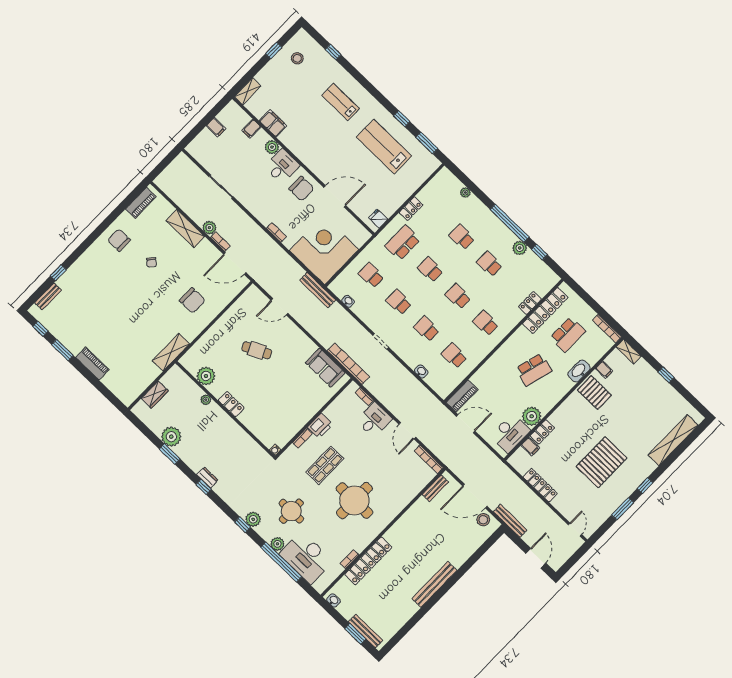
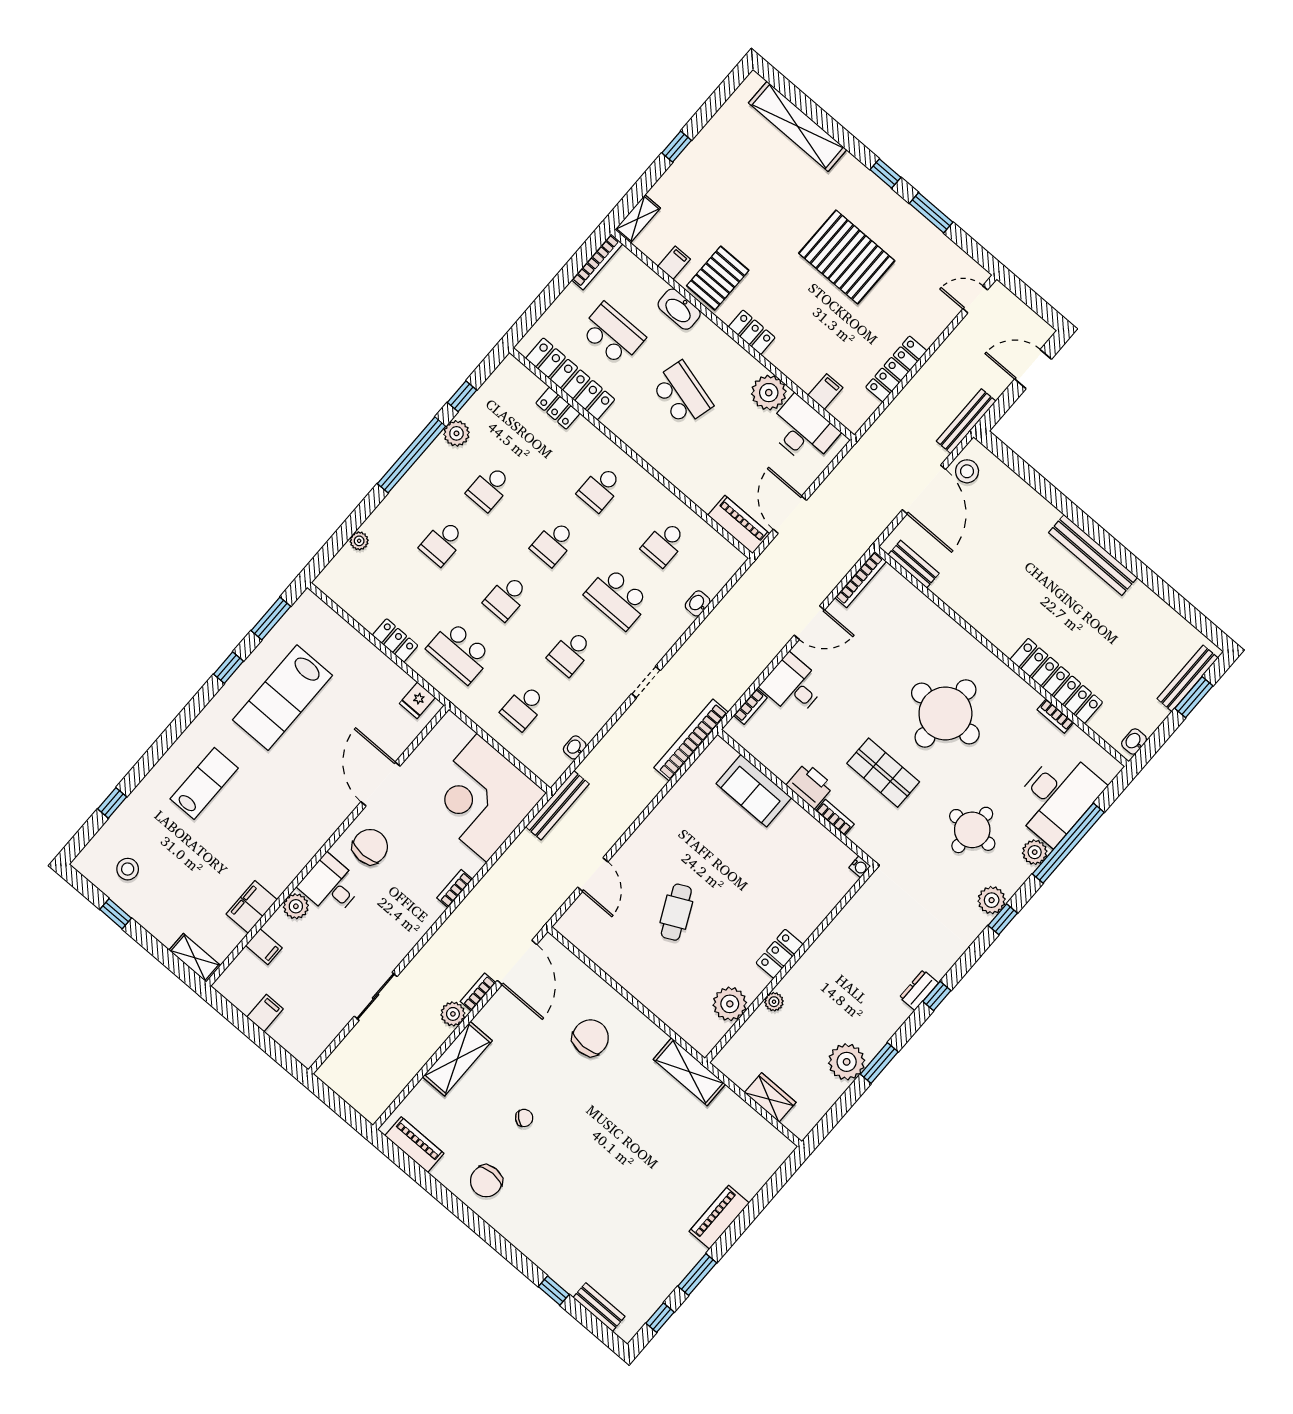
lab bench: (341, 102) -> (204, 783), turned 180
school desk: (426, 329) -> (617, 598), width x1.85
sofa: (325, 368) -> (754, 791), moved, turned 90
locker: (542, 432) -> (752, 332), moved

